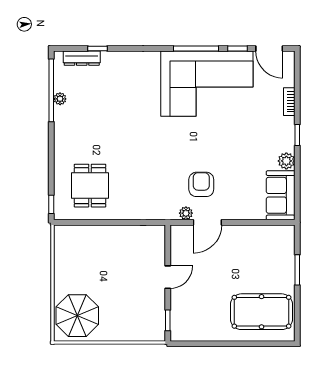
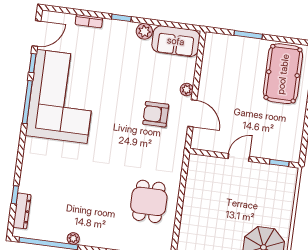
plant: (60, 99) -> (73, 238), moved
dining table: (90, 186) -> (149, 201), moved, turned 90
plant: (186, 213) -> (187, 90), moved
door: (168, 277) -> (239, 157), hinge flipped

